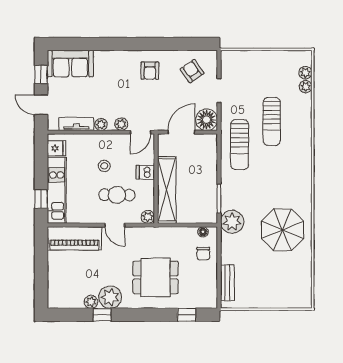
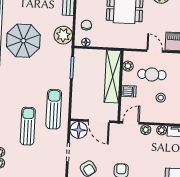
door: (181, 132) -> (99, 121), hinge flipped
plant: (148, 217) -> (128, 66), moved
plant: (232, 222) -> (63, 35), moved

